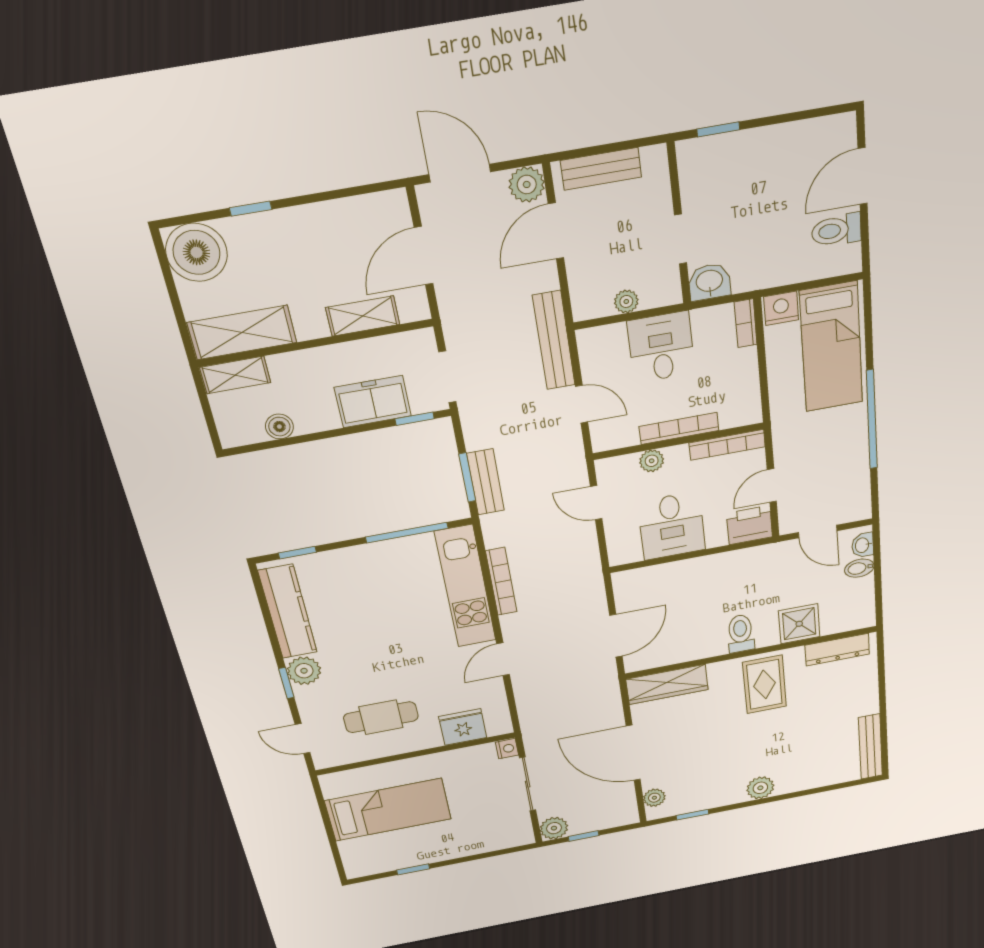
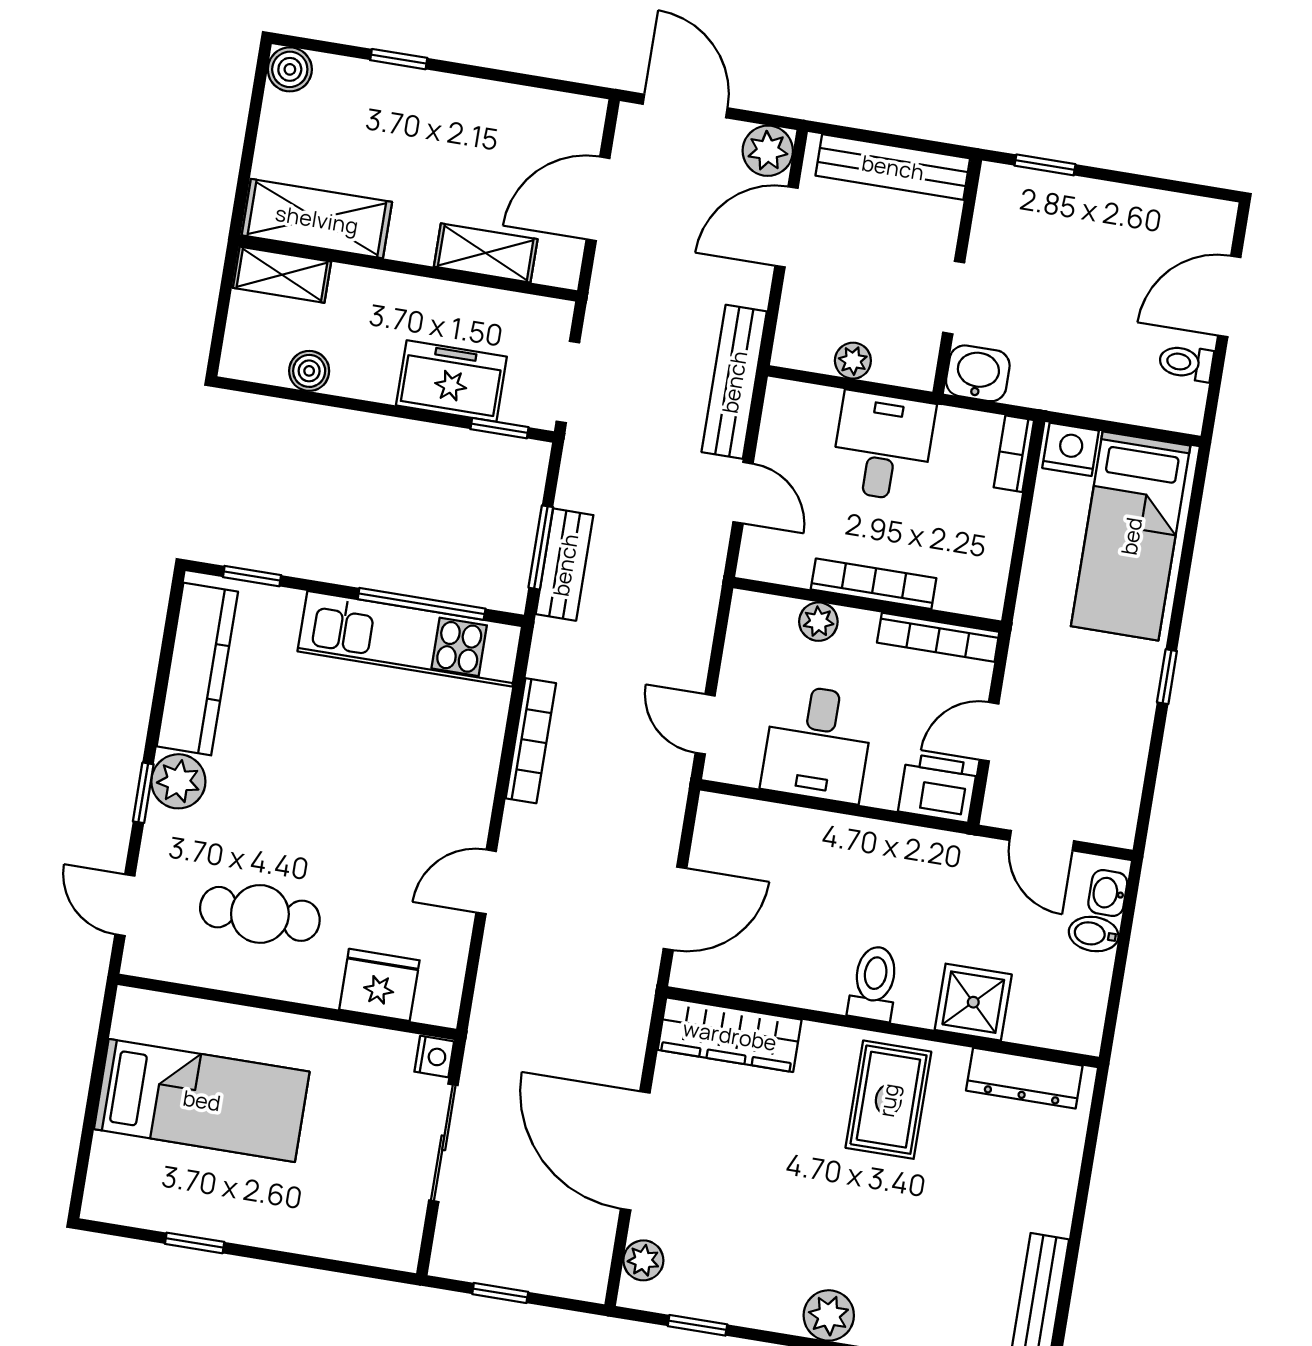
bench: (601, 169) -> (893, 167), width x1.36
toilet: (836, 230) -> (1186, 363), width x0.73, depth x0.72
boiler: (197, 252) -> (290, 69), width x0.54, depth x0.54
window: (872, 420) -> (1167, 677), width x0.32
door: (596, 503) -> (705, 724), moved
kitchen unit: (465, 587) -> (410, 639), moved, turned -90
plant: (554, 828) -> (456, 1254), removed

